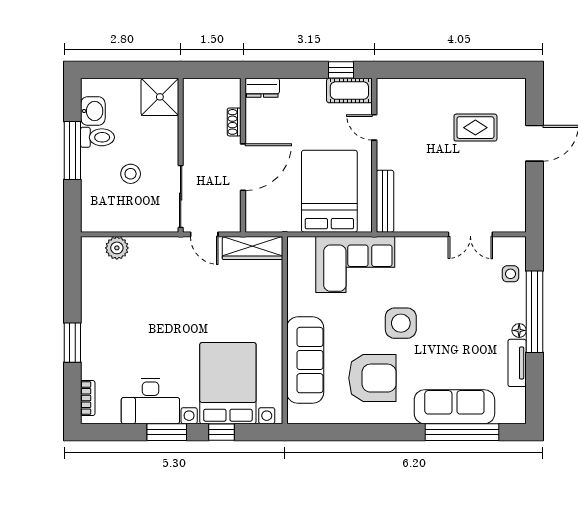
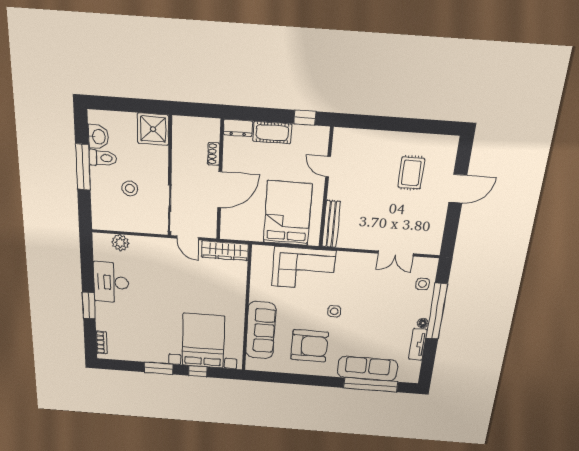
cot: (349, 91) -> (272, 133), moved
rug: (475, 128) -> (411, 173), turned 90
side table: (401, 323) -> (334, 311), width x0.54, depth x0.54
desk: (150, 401) -> (111, 282), moved, turned 90

